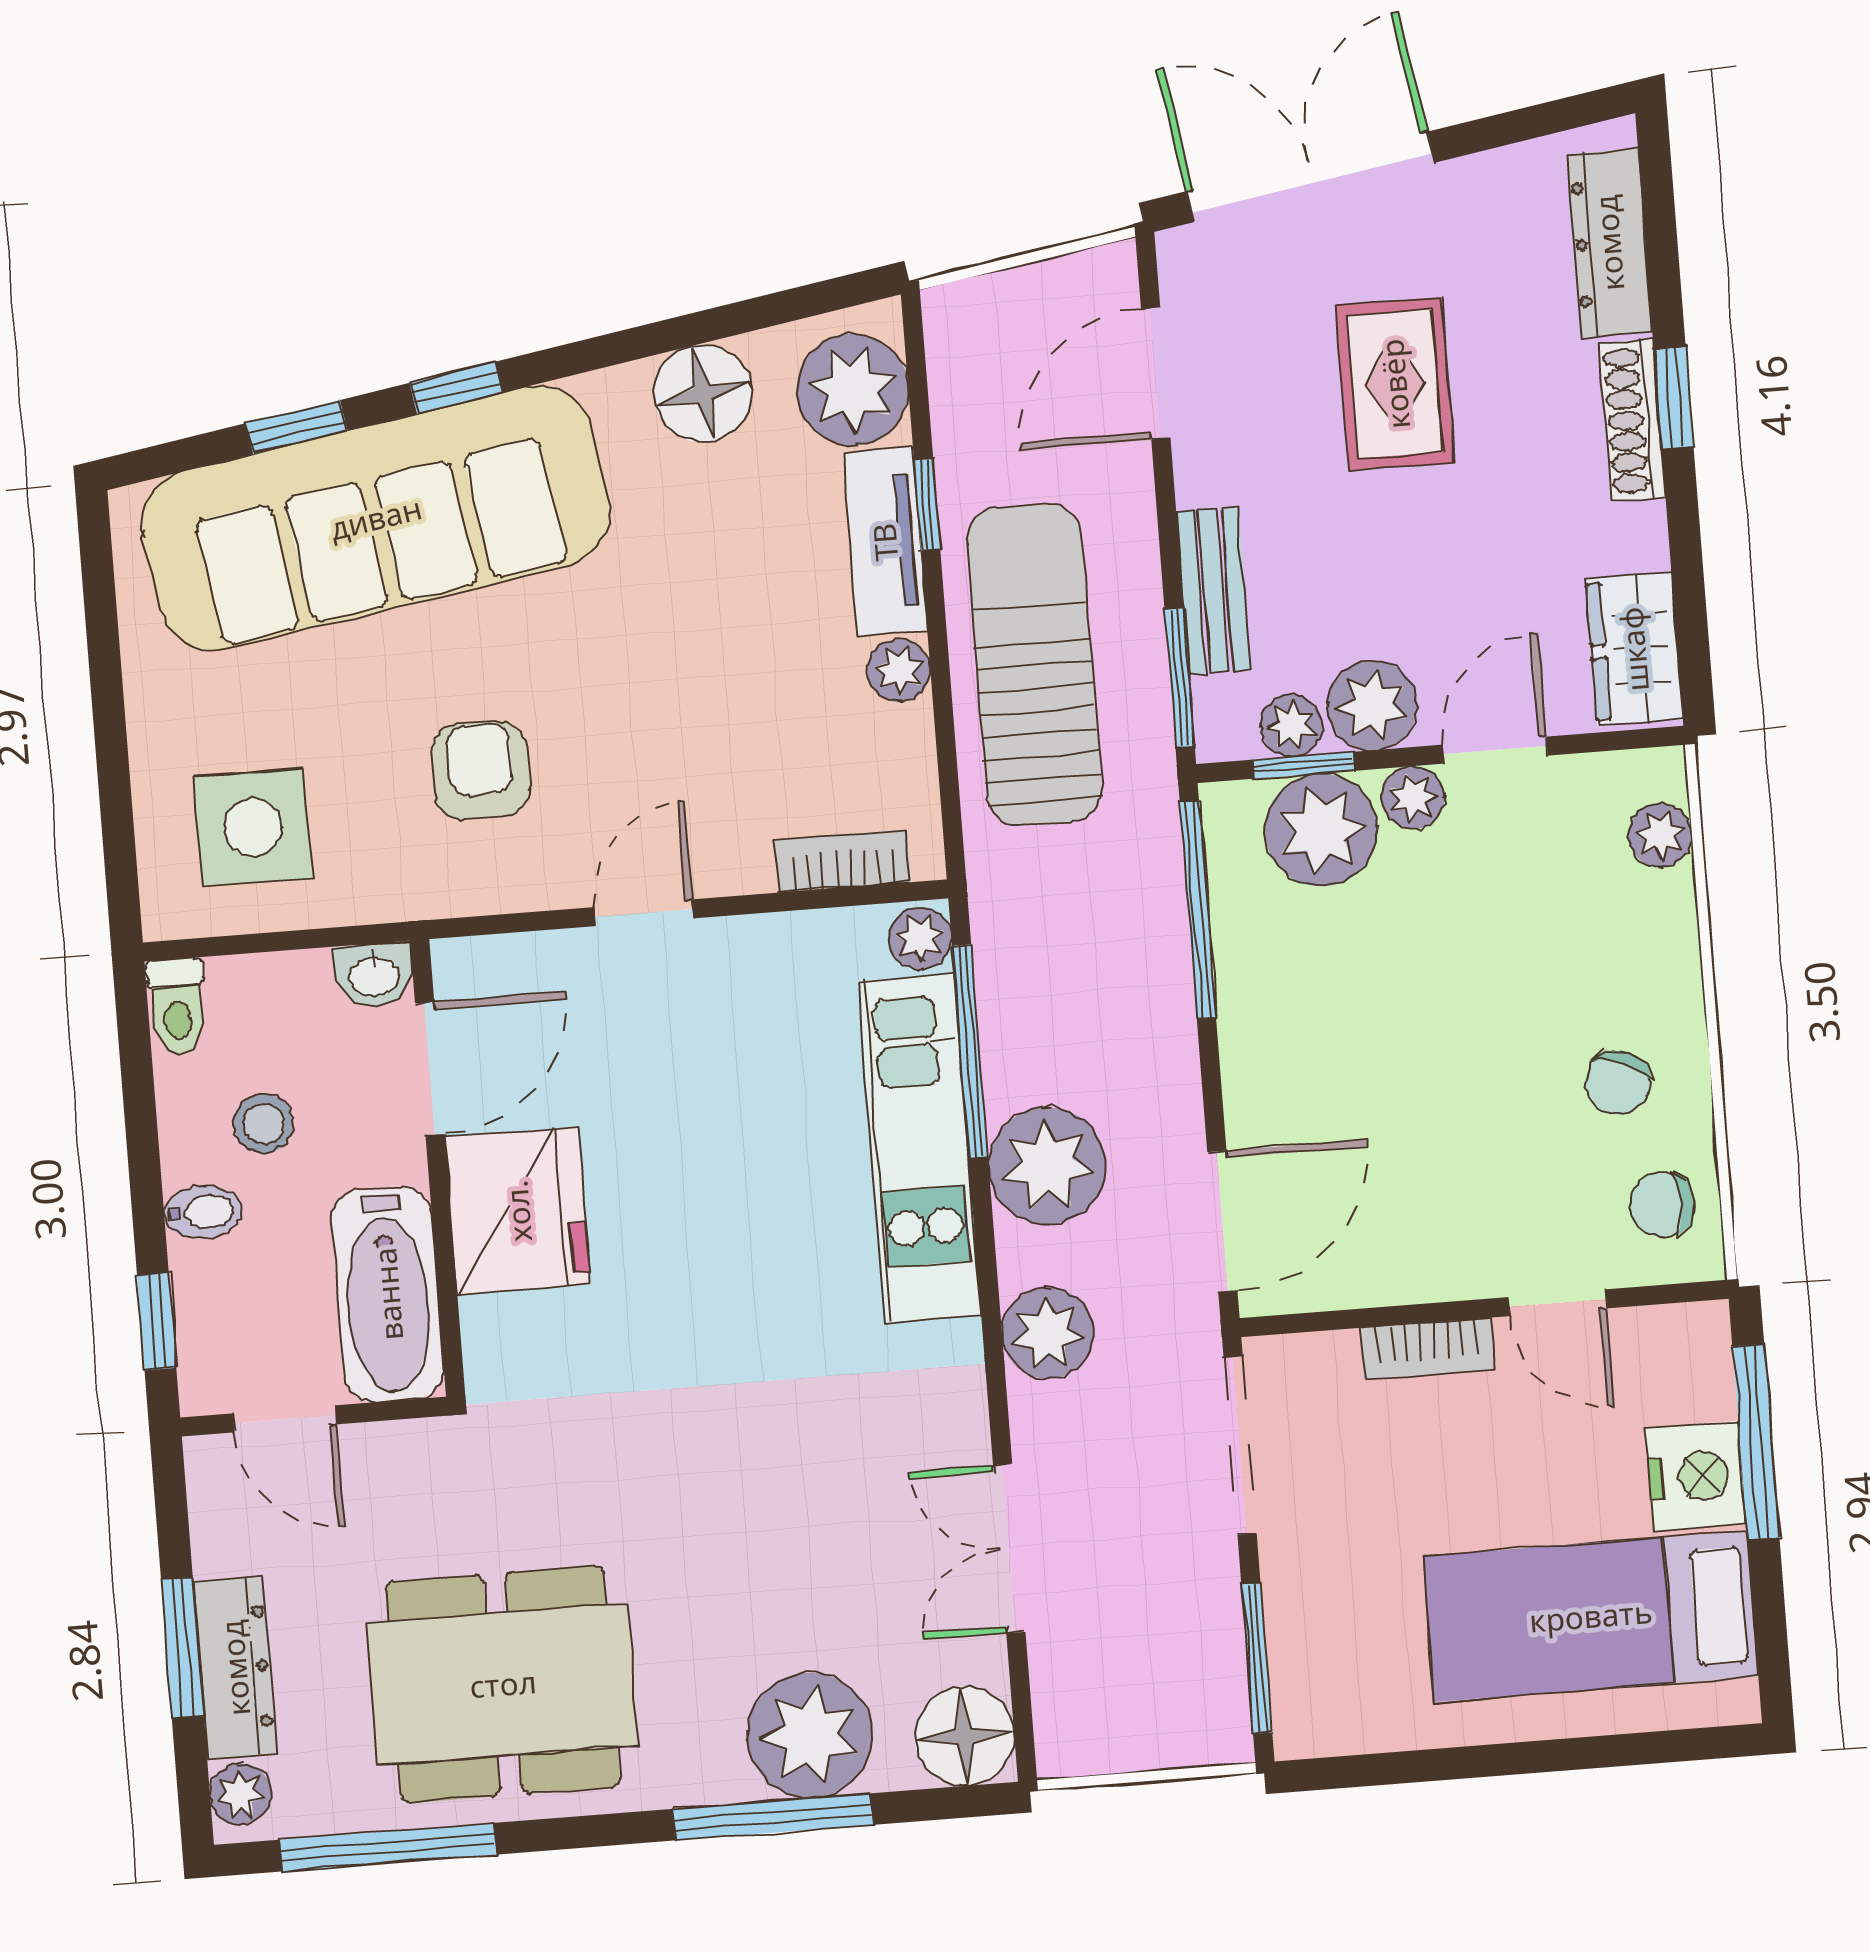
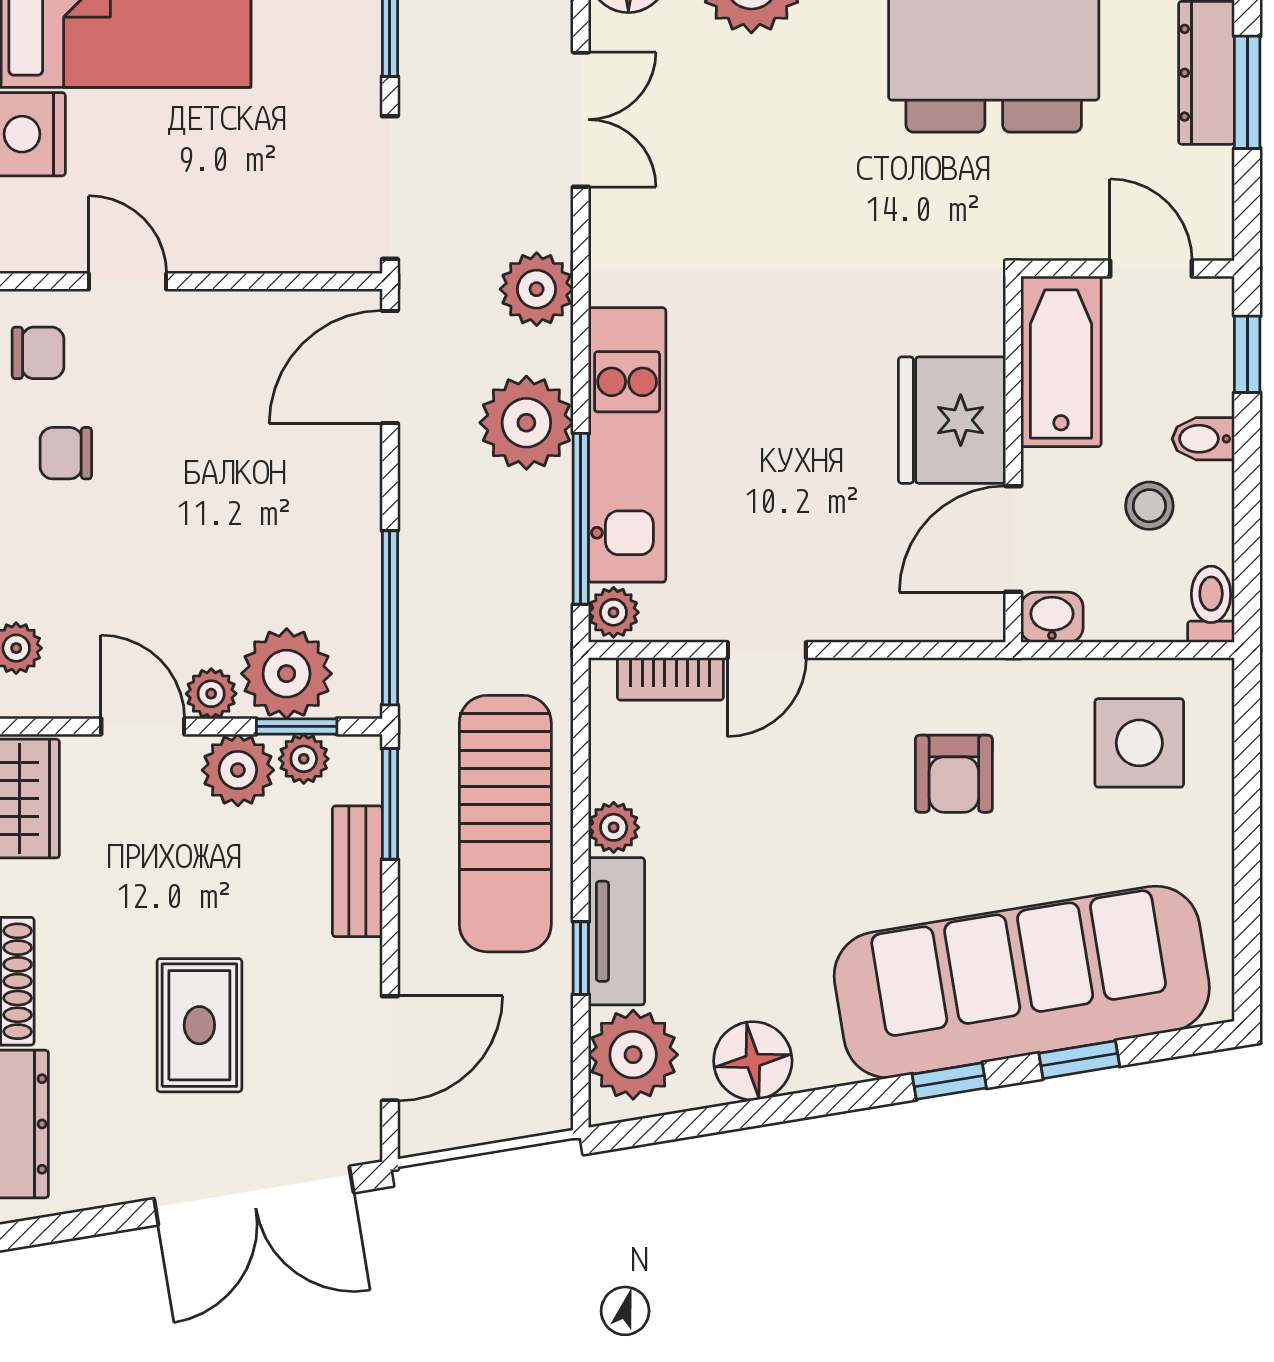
door: (1495, 750) -> (143, 726), swing flipped
door: (644, 913) -> (767, 650), moved
chair: (1618, 1083) -> (66, 453), turned -113
bookcase: (1427, 1349) -> (234, 253), removed

